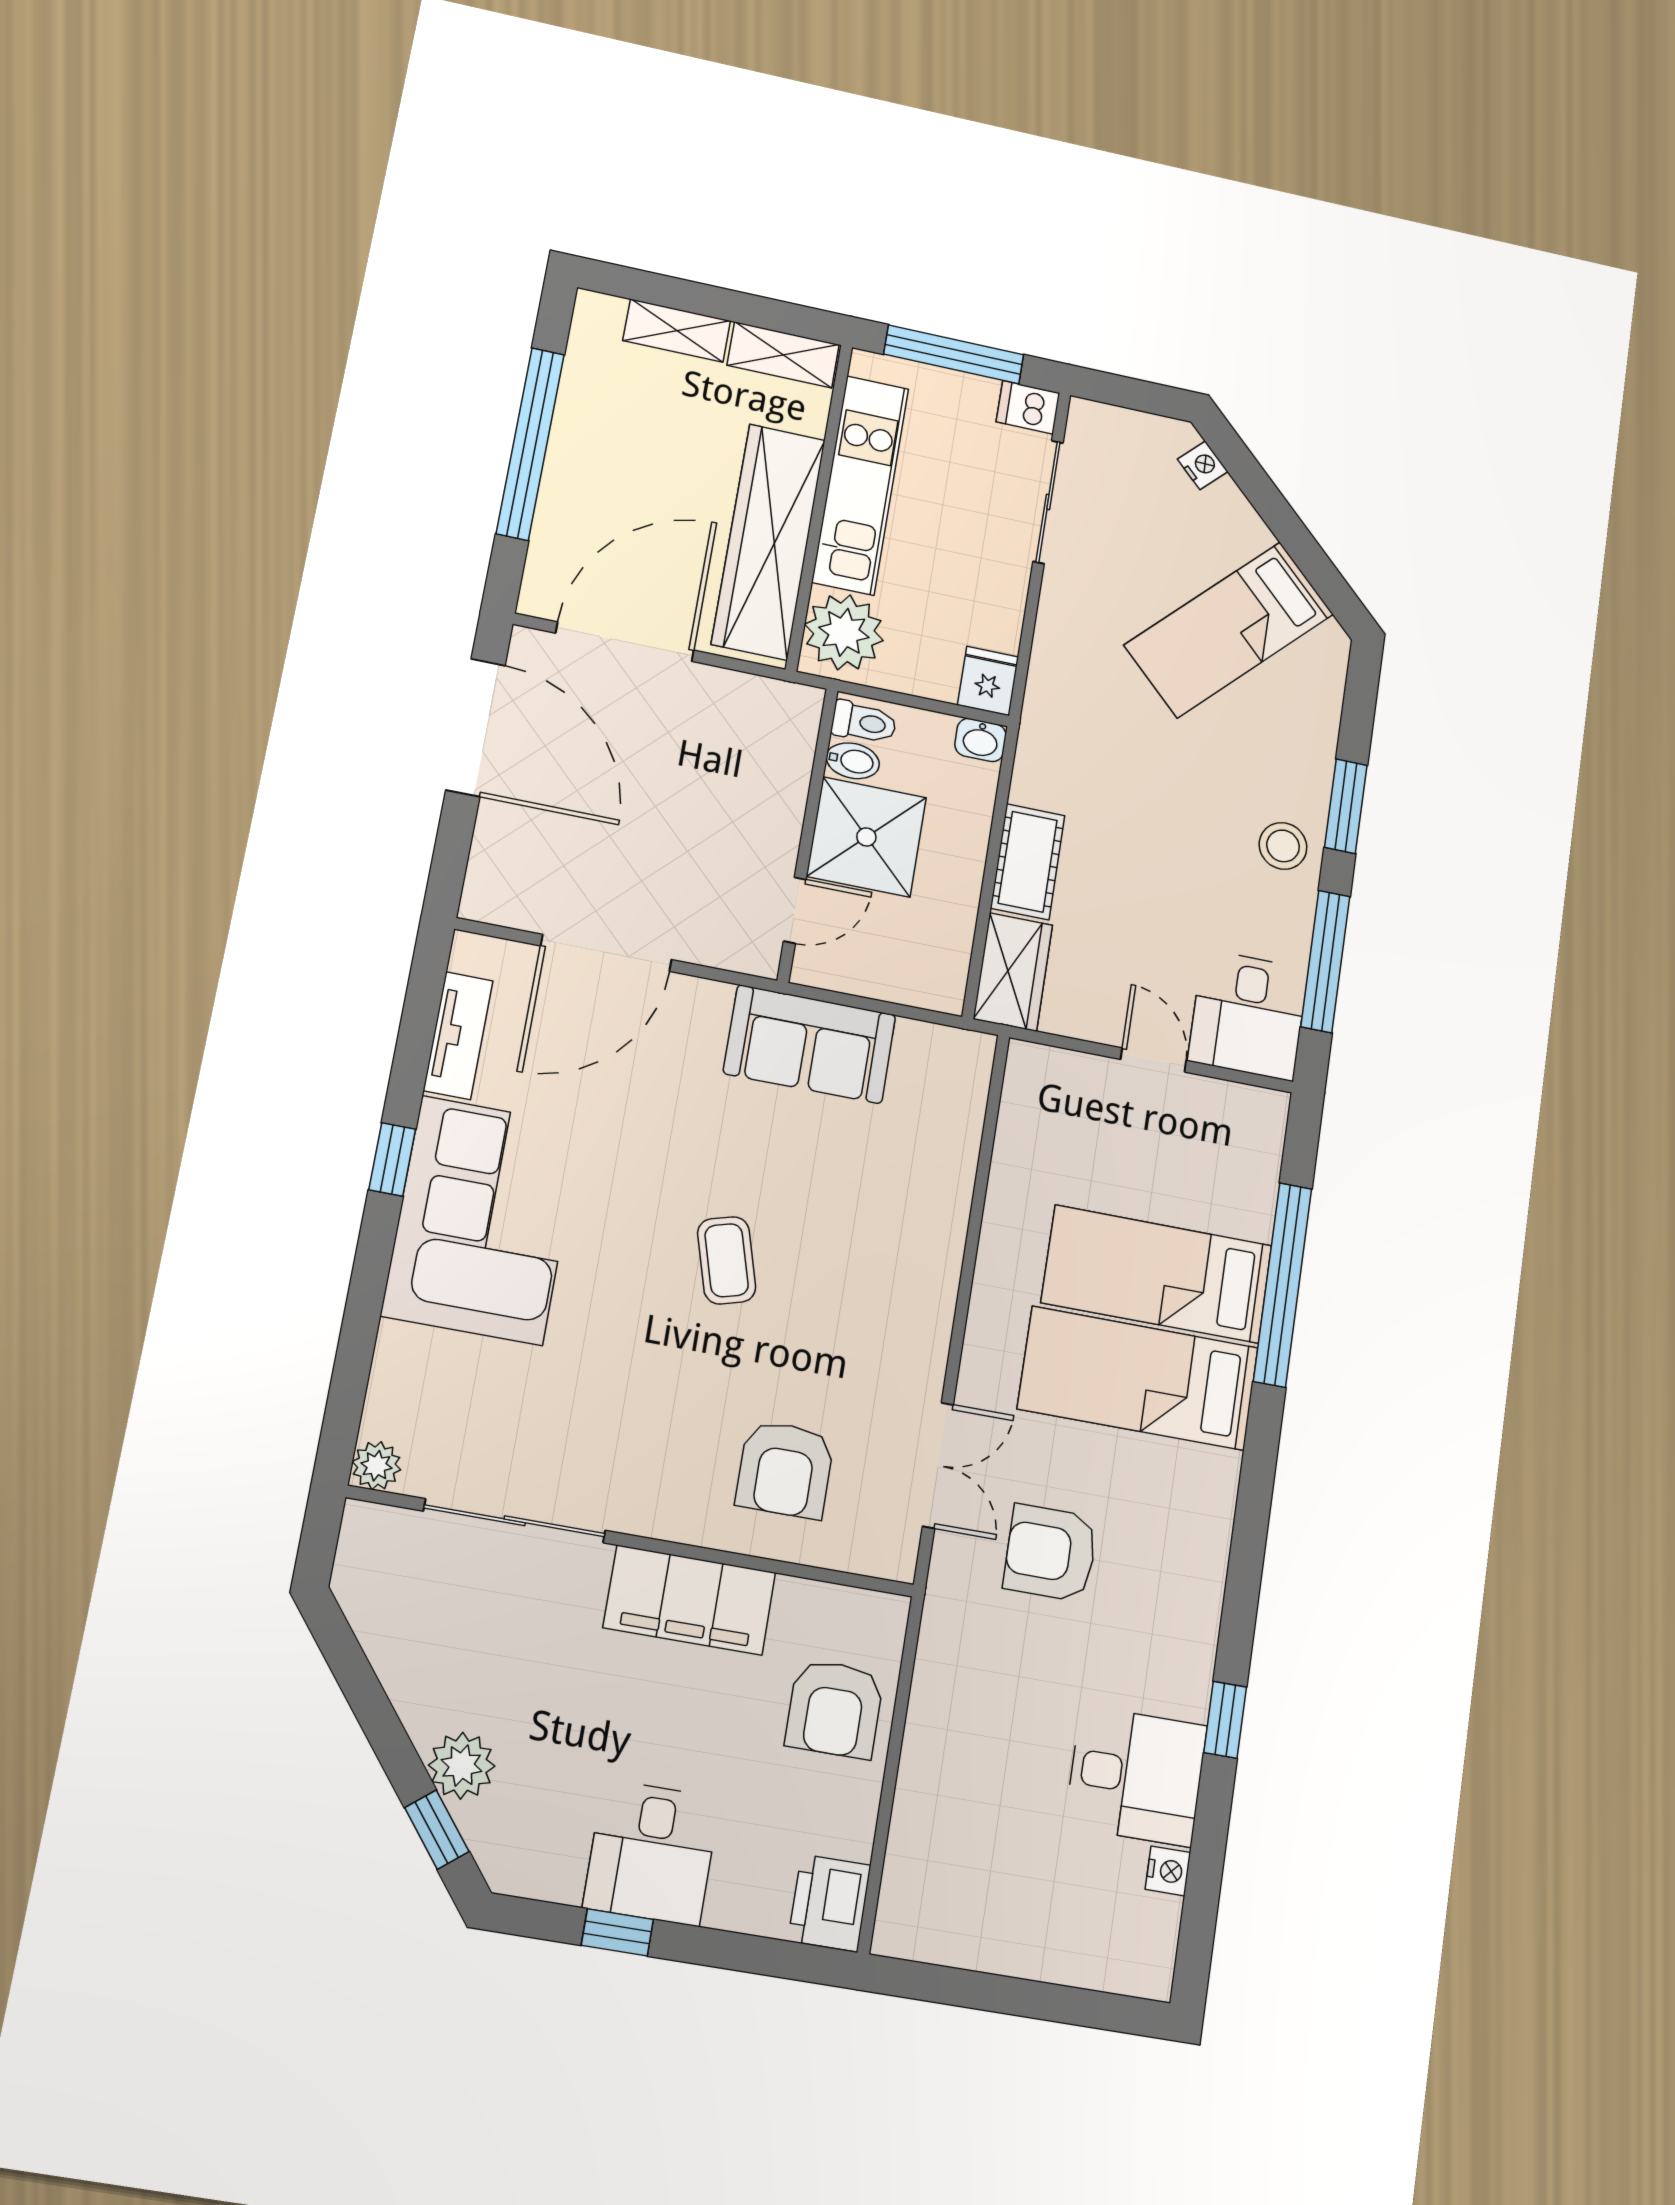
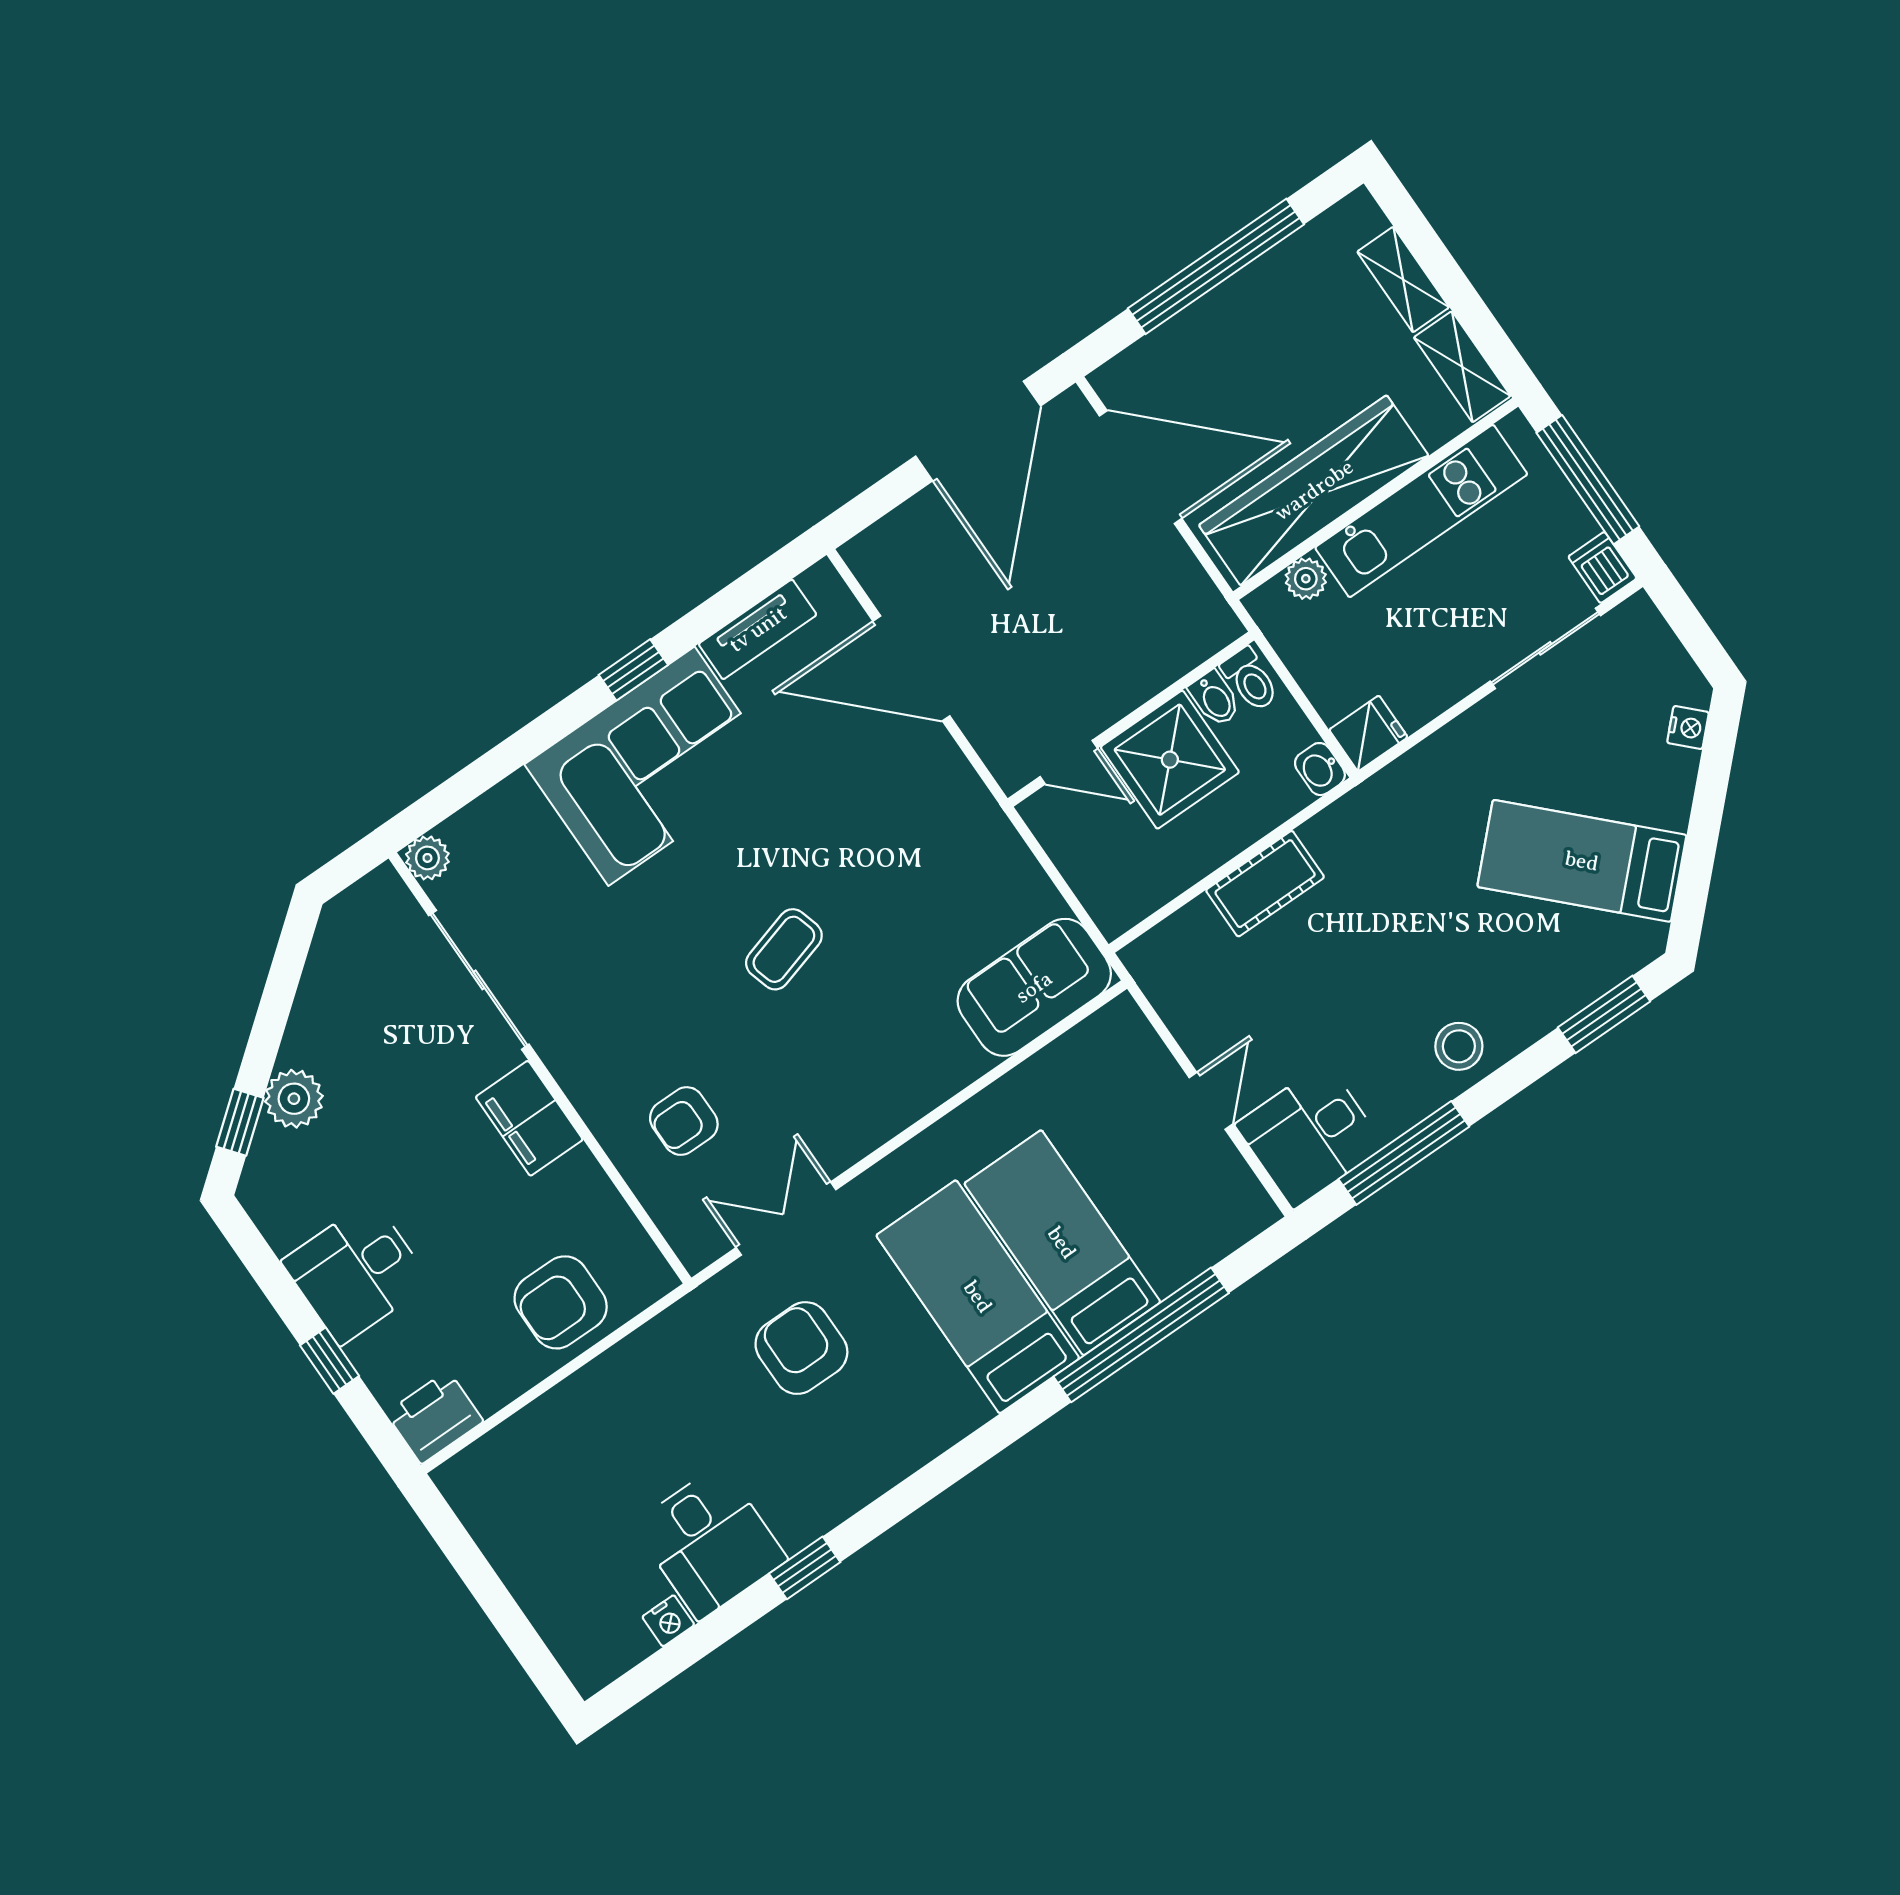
plant: (844, 632) -> (1306, 579), width x0.53, depth x0.53
window: (1346, 806) -> (1604, 1014), moved
wardrobe: (1013, 972) -> (1176, 948), removed
sofa: (810, 1044) -> (1034, 987), moved, turned 90
double door: (938, 1465) -> (786, 1219), swing flipped
armchair: (785, 1469) -> (684, 1121), width x0.72, depth x0.72
filing cabinet: (690, 1600) -> (529, 1118), width x0.67, depth x0.86
window: (617, 1932) -> (330, 1361), moved

